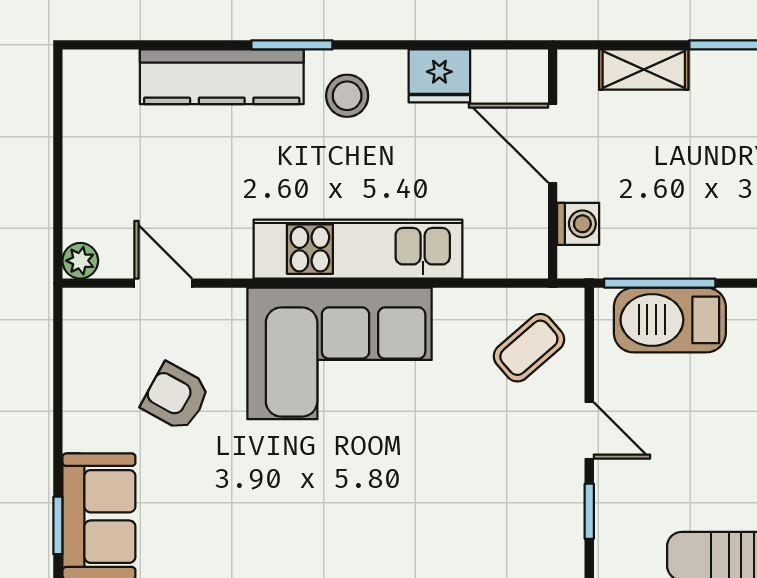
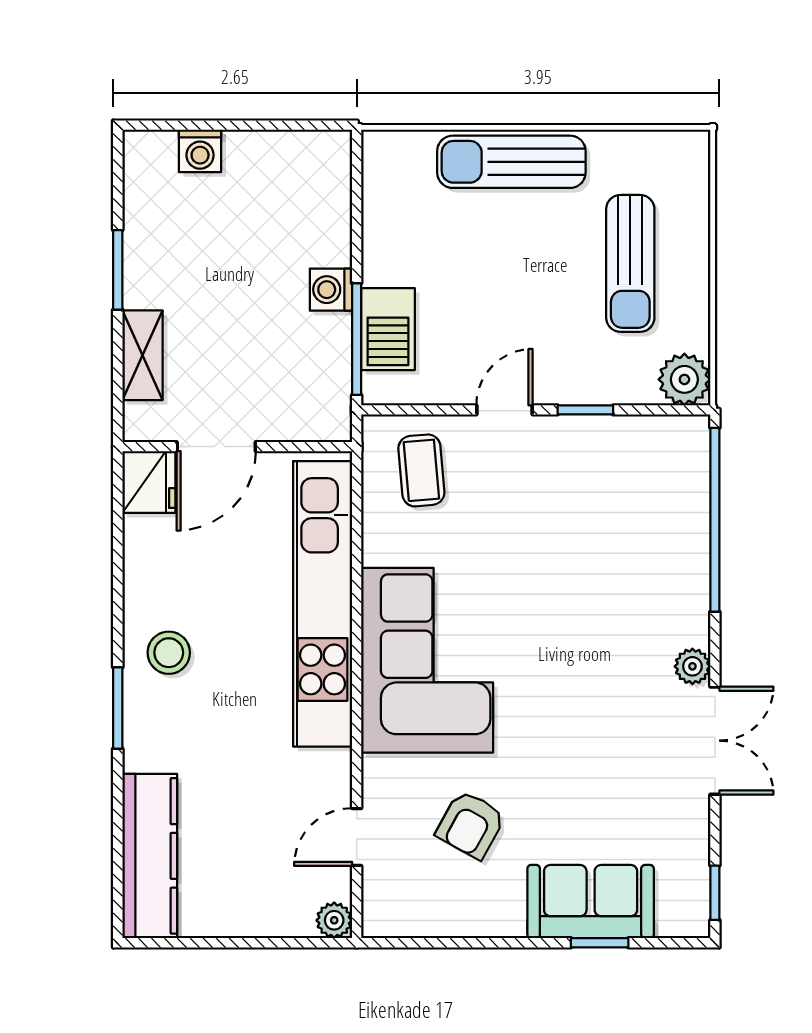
fridge: (439, 76) -> (149, 482), moved
kitchen counter: (222, 77) -> (150, 856), moved
washing machine: (578, 224) -> (331, 290), moved, turned -90
kitchen unit: (358, 249) -> (323, 604), width x1.36
barbecue: (670, 320) -> (388, 329), width x0.73, depth x0.83
coffee table: (529, 348) -> (421, 470), turned 36

